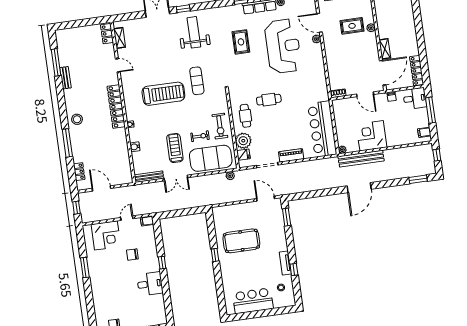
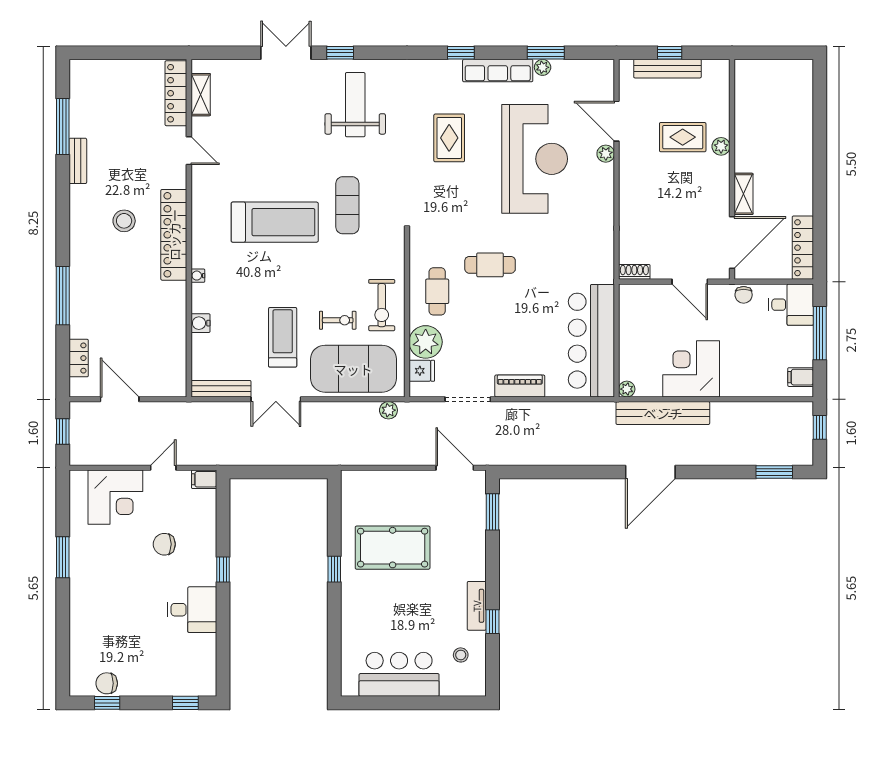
locker: (107, 34) -> (176, 93), width x1.53
stool: (77, 119) -> (124, 221), moved

